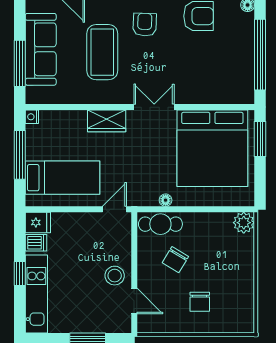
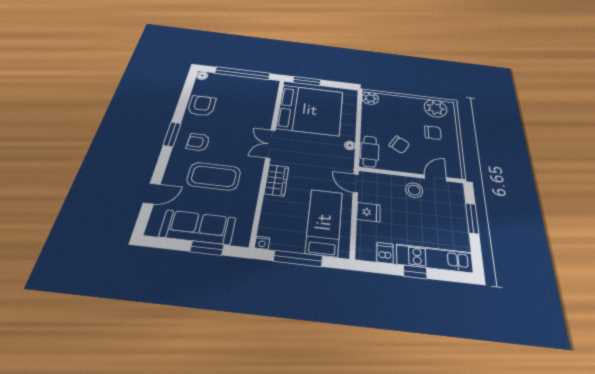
window: (20, 63) -> (207, 248), width x0.69
fridge: (38, 222) -> (368, 212), moved, turned 90
plant: (240, 308) -> (435, 108), added

